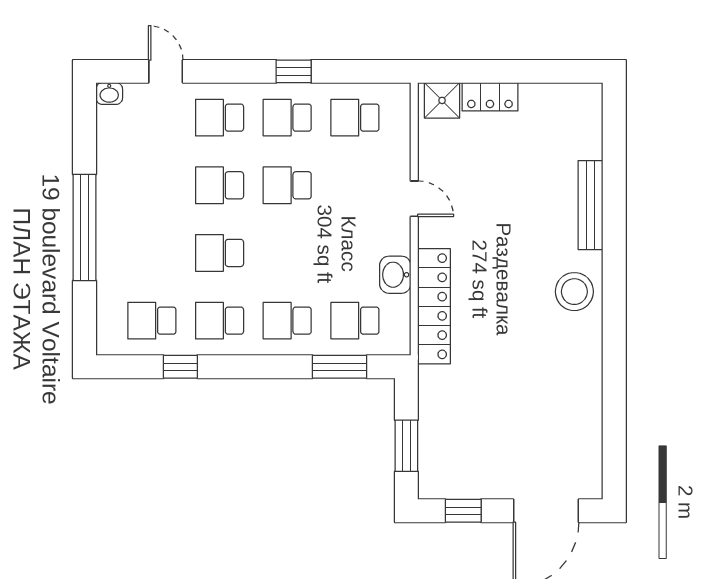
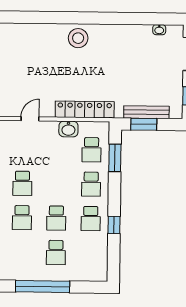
bench: (590, 205) -> (146, 112), moved
school desk: (152, 321) -> (56, 252), moved
window: (180, 367) -> (114, 225), moved
window: (406, 446) -> (144, 124), moved
washbasin: (593, 451) -> (159, 30), added

